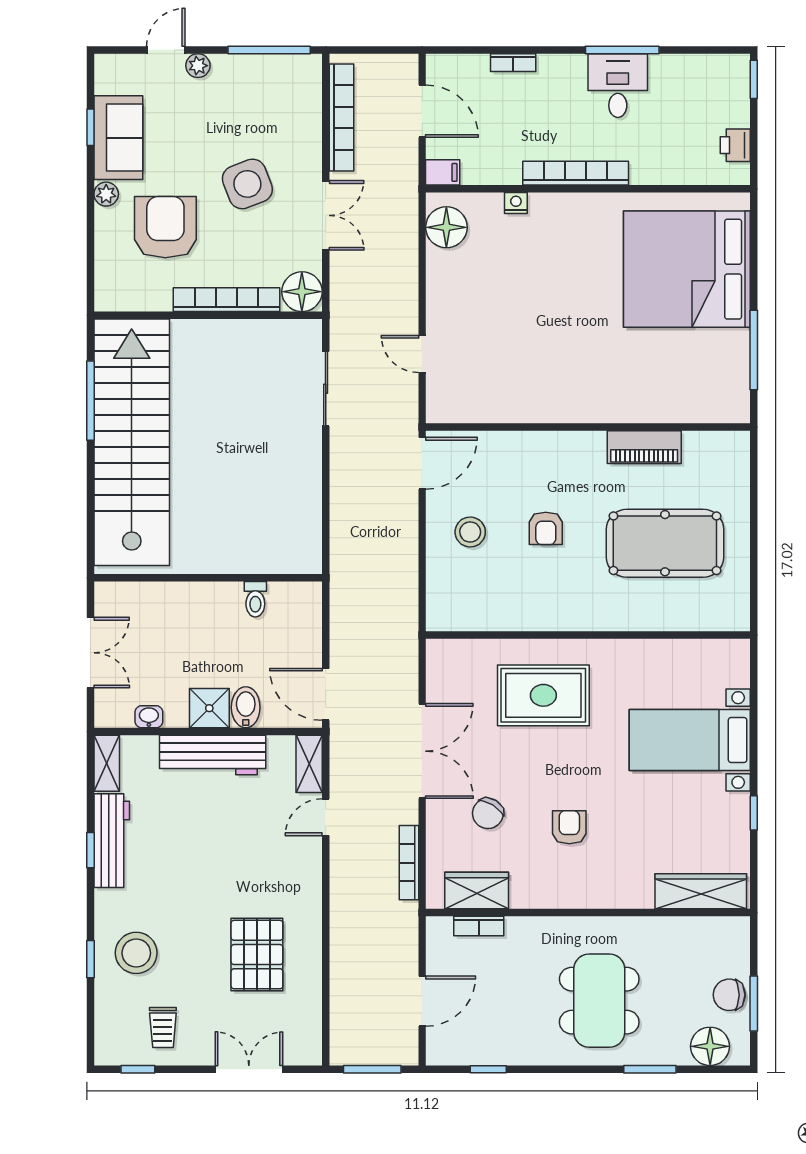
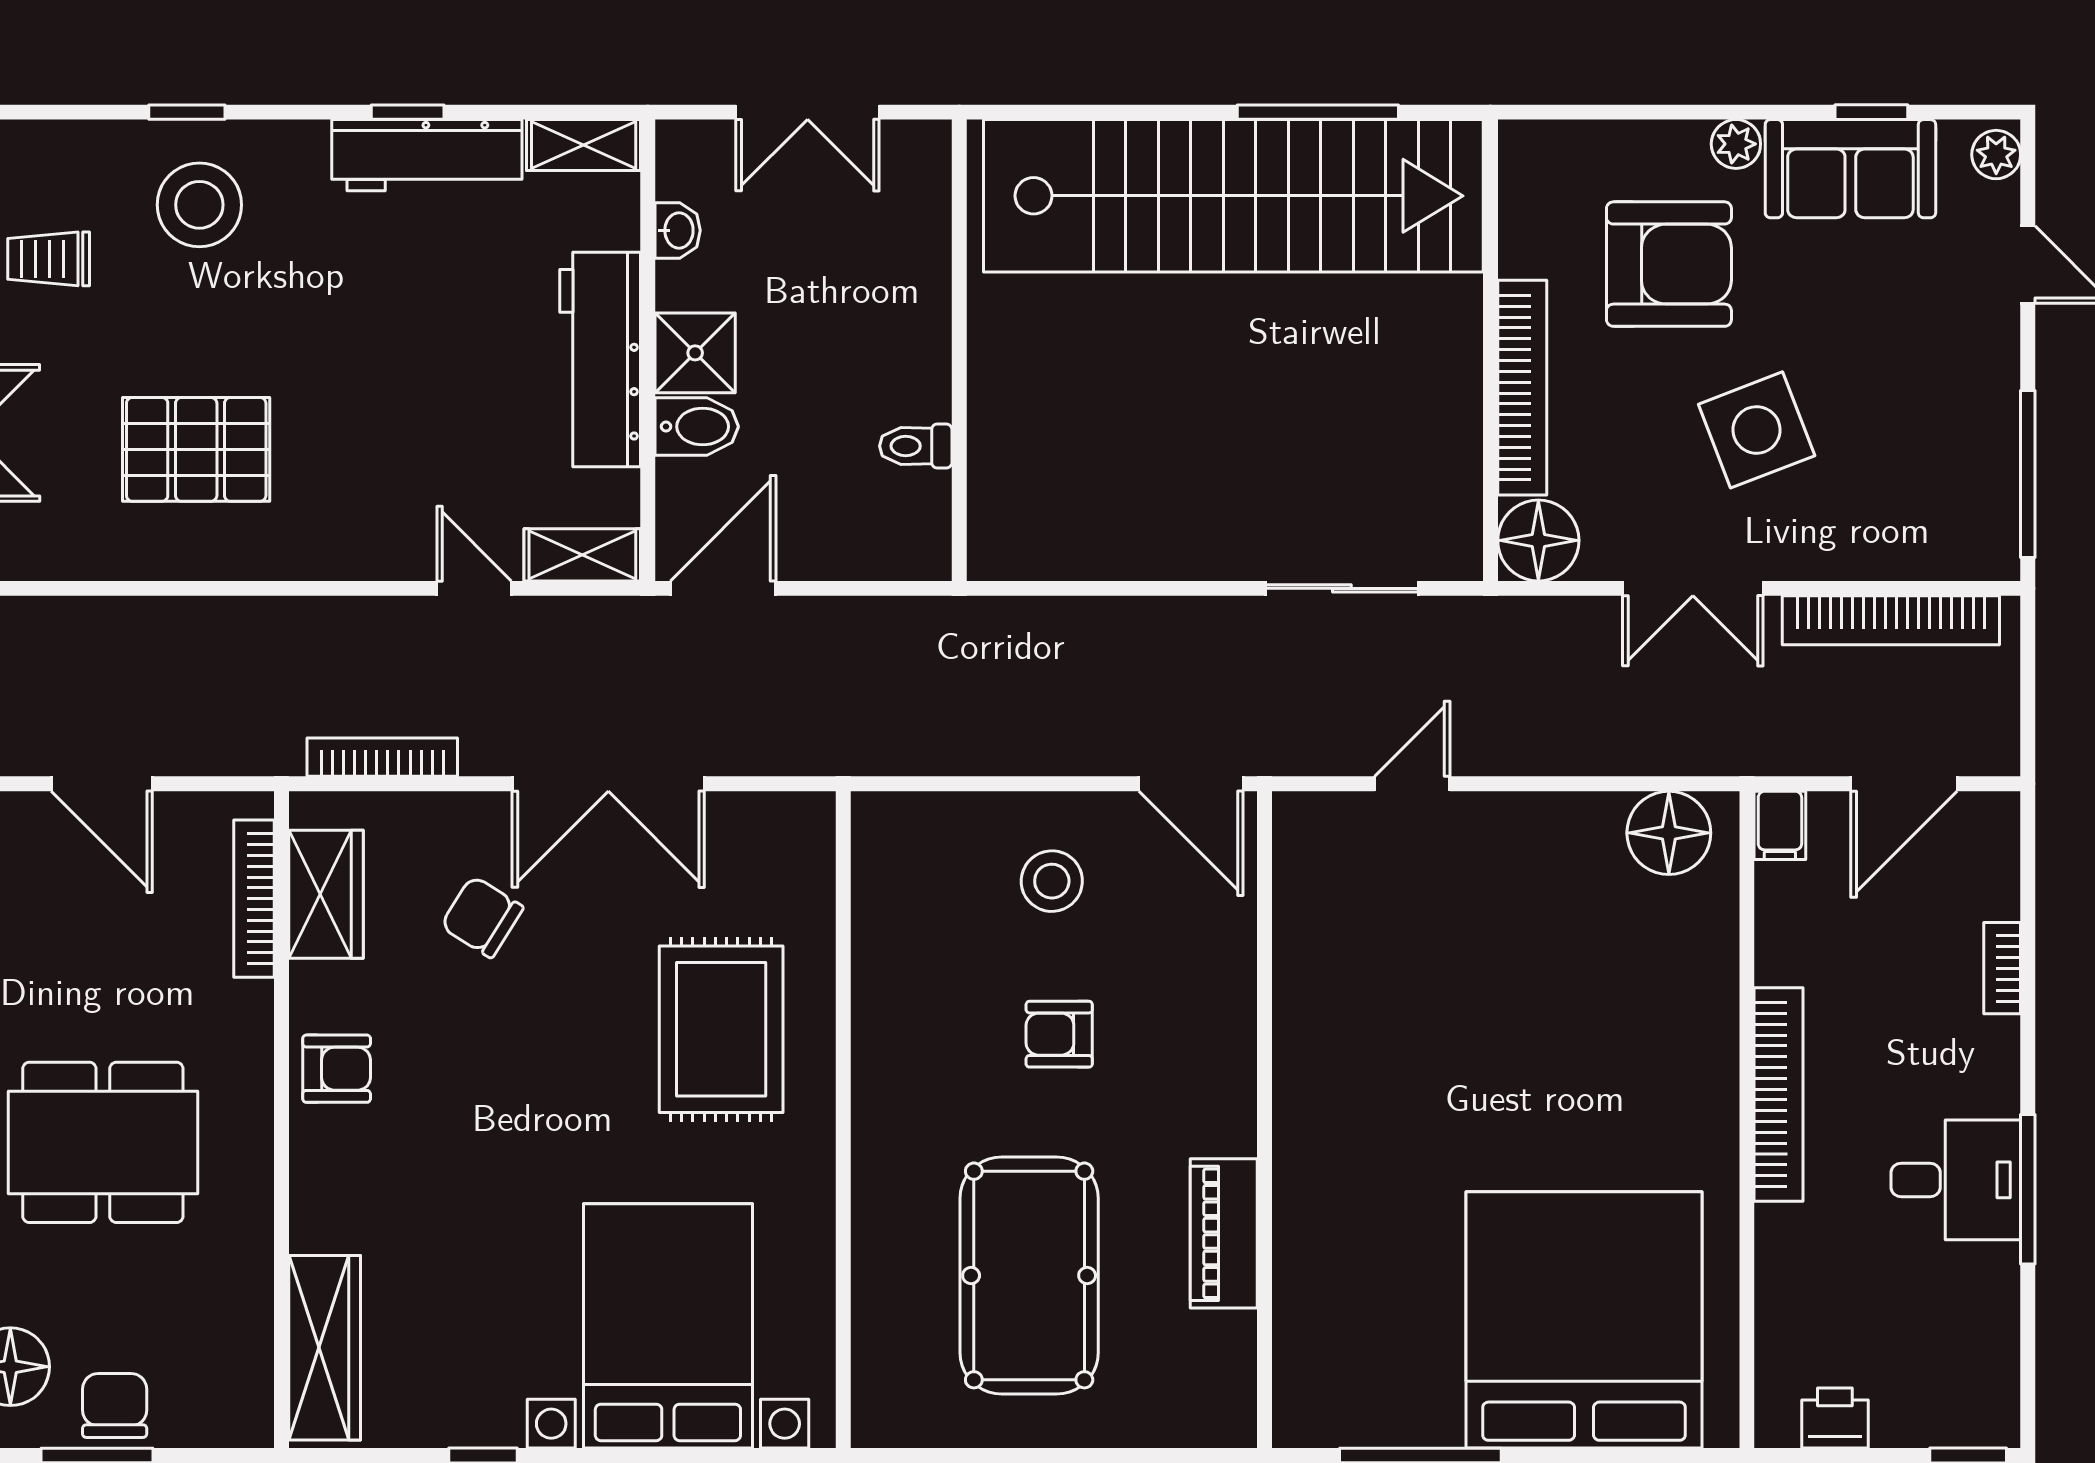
plant: (198, 66) -> (1996, 155), moved
nightstand: (516, 203) -> (1718, 974), removed
bed with nightstands: (690, 740) -> (668, 1326), width x1.36
armchair: (569, 827) -> (337, 1069), moved
bookcase: (479, 926) -> (254, 899), width x1.56

